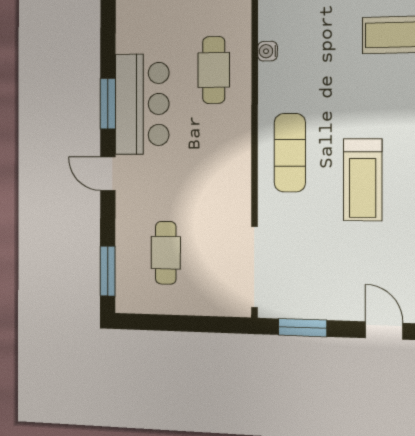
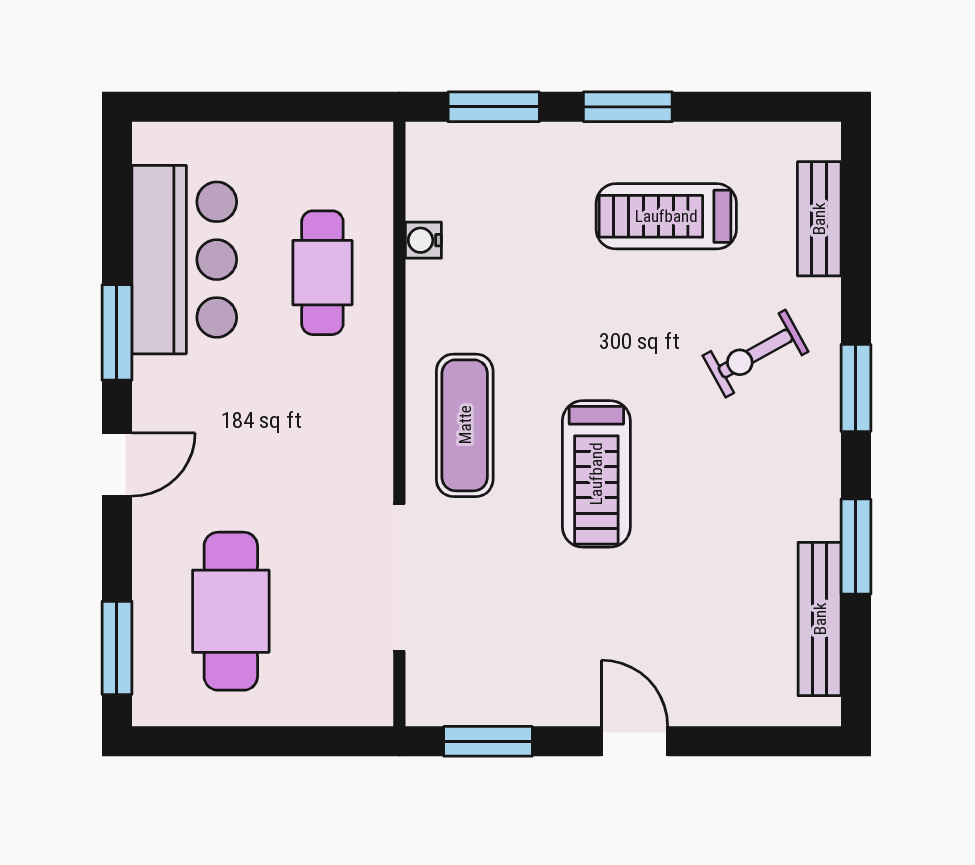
bar counter: (142, 104) -> (184, 260), moved
door: (108, 174) -> (117, 465), swing flipped
cafe table: (166, 253) -> (231, 611), width x1.37, depth x1.35
doorway: (254, 267) -> (399, 578), moved

